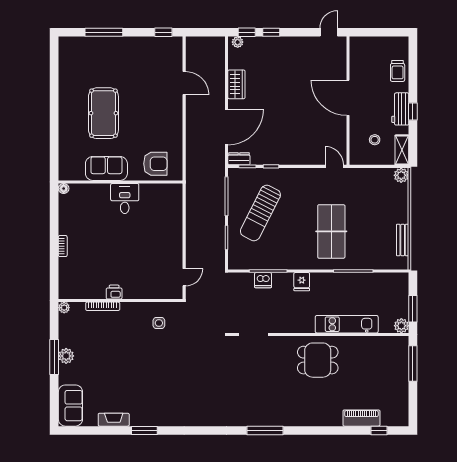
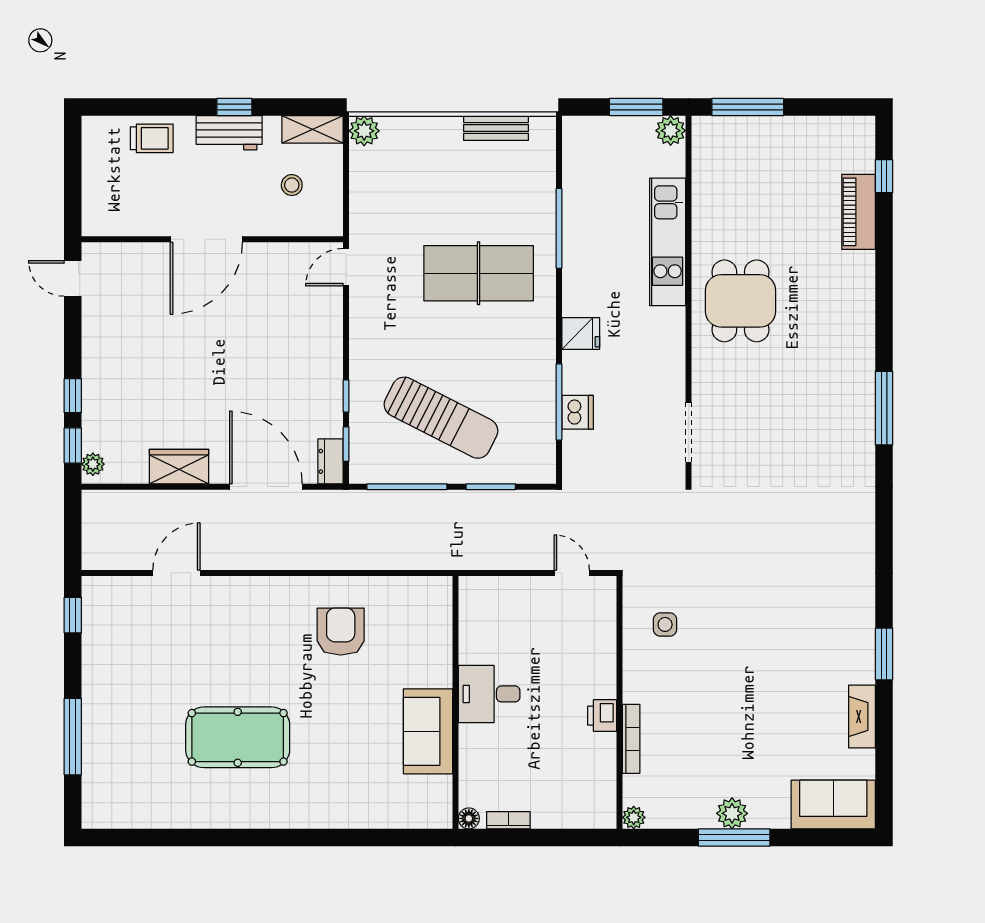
sofa: (106, 168) -> (428, 731), moved
wall: (121, 182) -> (455, 702), moved
floor lamp: (64, 189) -> (469, 818), moved
desk: (125, 198) -> (489, 694), moved

